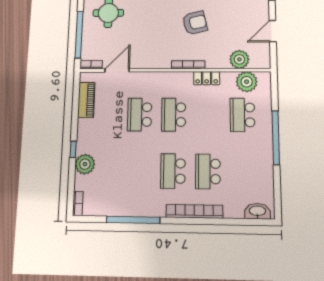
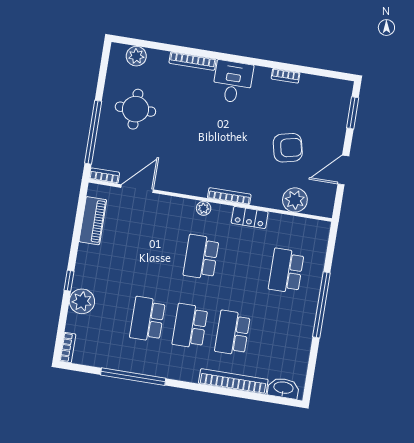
armchair: (195, 23) -> (288, 148), moved
plant: (247, 82) -> (204, 208), moved, width x0.53, depth x0.53
school desk: (140, 114) -> (147, 319), moved
bookcase: (194, 211) -> (233, 381), moved

